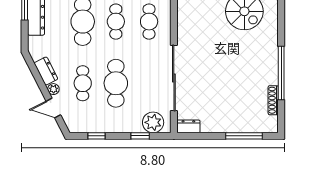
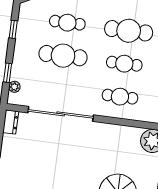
plant: (153, 122) -> (14, 87), width x0.53, depth x0.53

